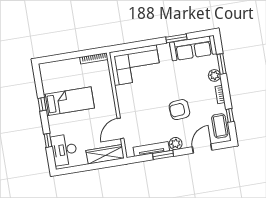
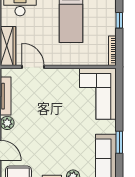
window: (65, 57) -> (119, 20), added
armchair: (179, 110) -> (43, 133), removed

